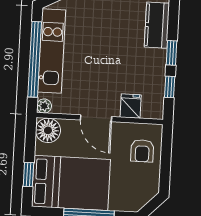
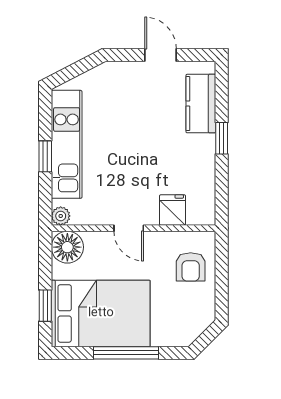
window: (35, 59) -> (45, 156), width x0.32
window: (170, 87) -> (222, 182), removed
door: (96, 118) -> (129, 228), width x0.73

